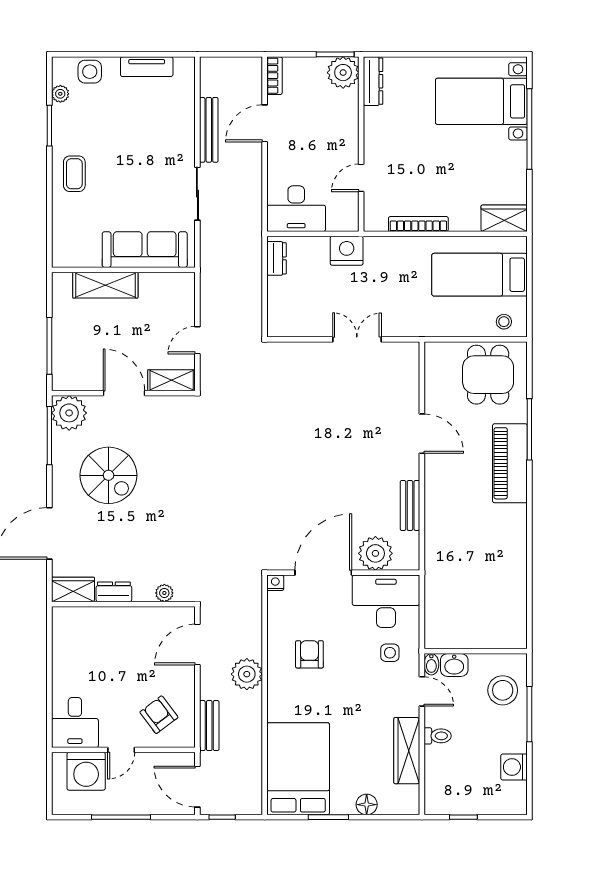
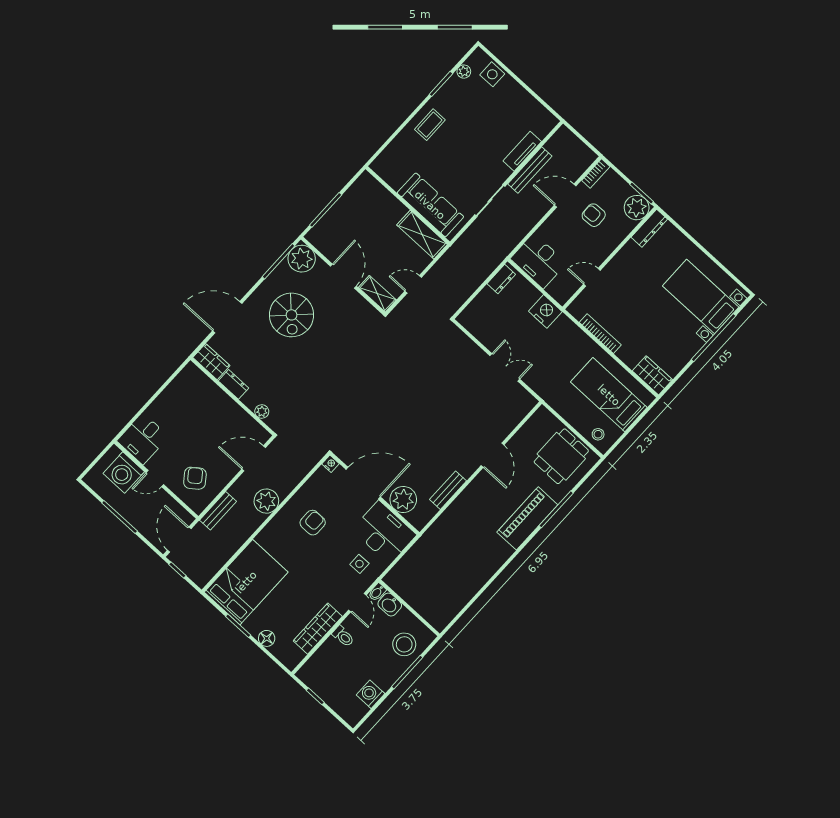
tv unit: (147, 67) -> (522, 151), moved, turned 90
armchair: (309, 117) -> (594, 215), added
shelving: (105, 285) -> (422, 235), moved

